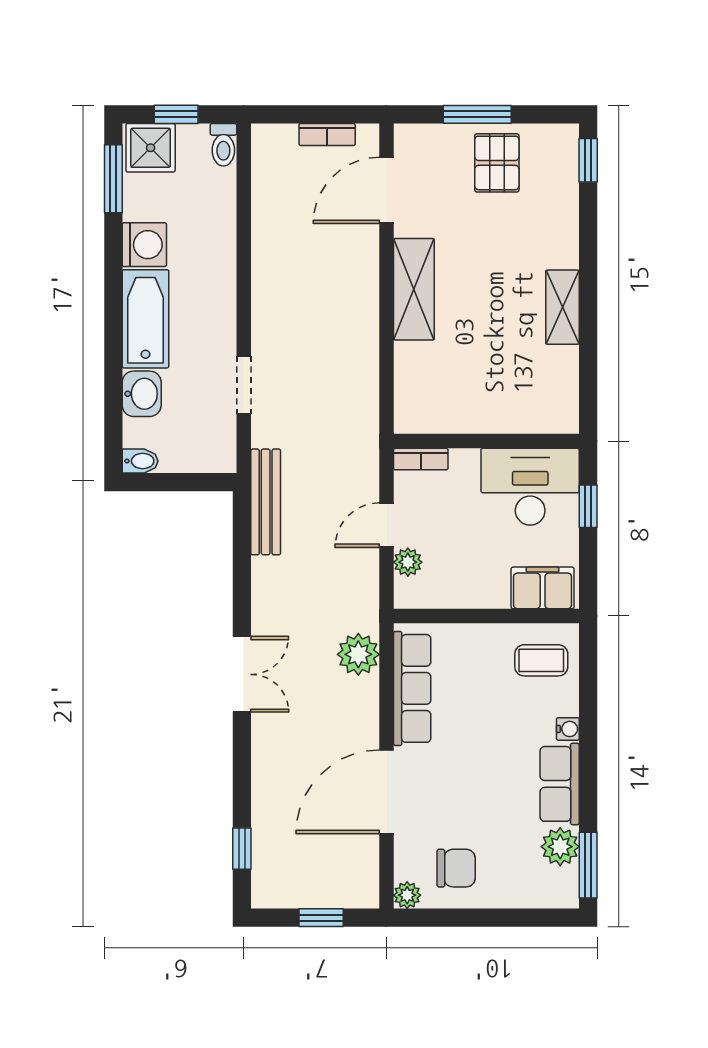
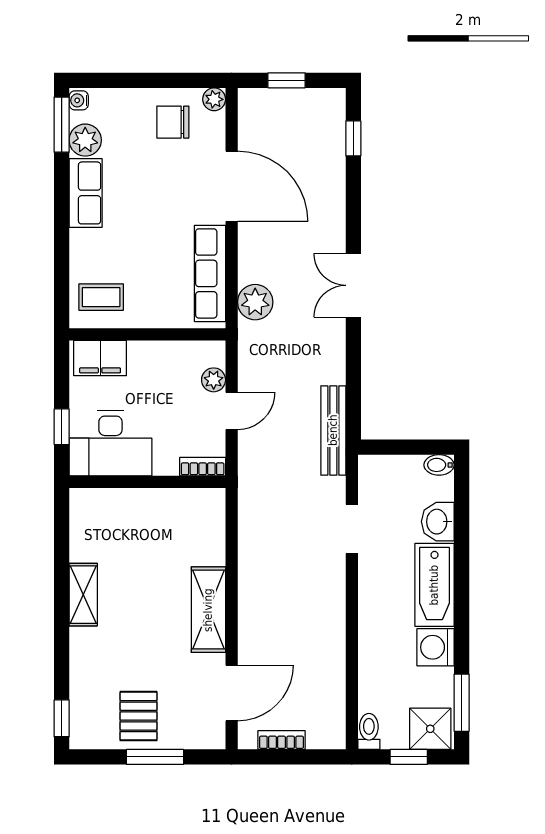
water cooler: (568, 729) -> (79, 100), moved
door: (386, 792) -> (232, 186), hinge flipped

